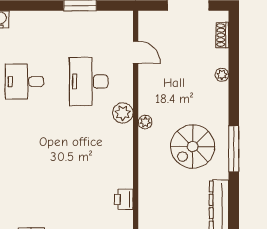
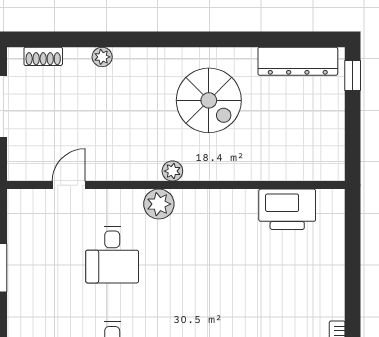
desk: (89, 82) -> (112, 255), width x0.73
window: (234, 149) -> (212, 39), removed
printer: (124, 199) -> (287, 209), width x1.87, depth x1.48

